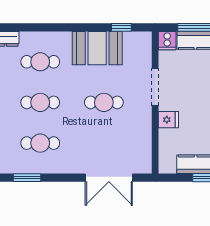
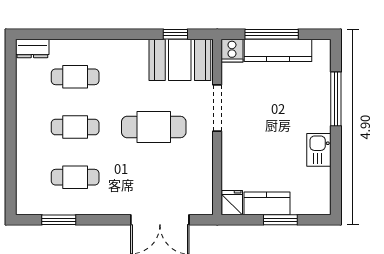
booth: (97, 48) -> (180, 60), moved
cafe table: (104, 102) -> (154, 127), width x1.37, depth x1.35
fridge: (168, 120) -> (232, 203), moved, turned -90

